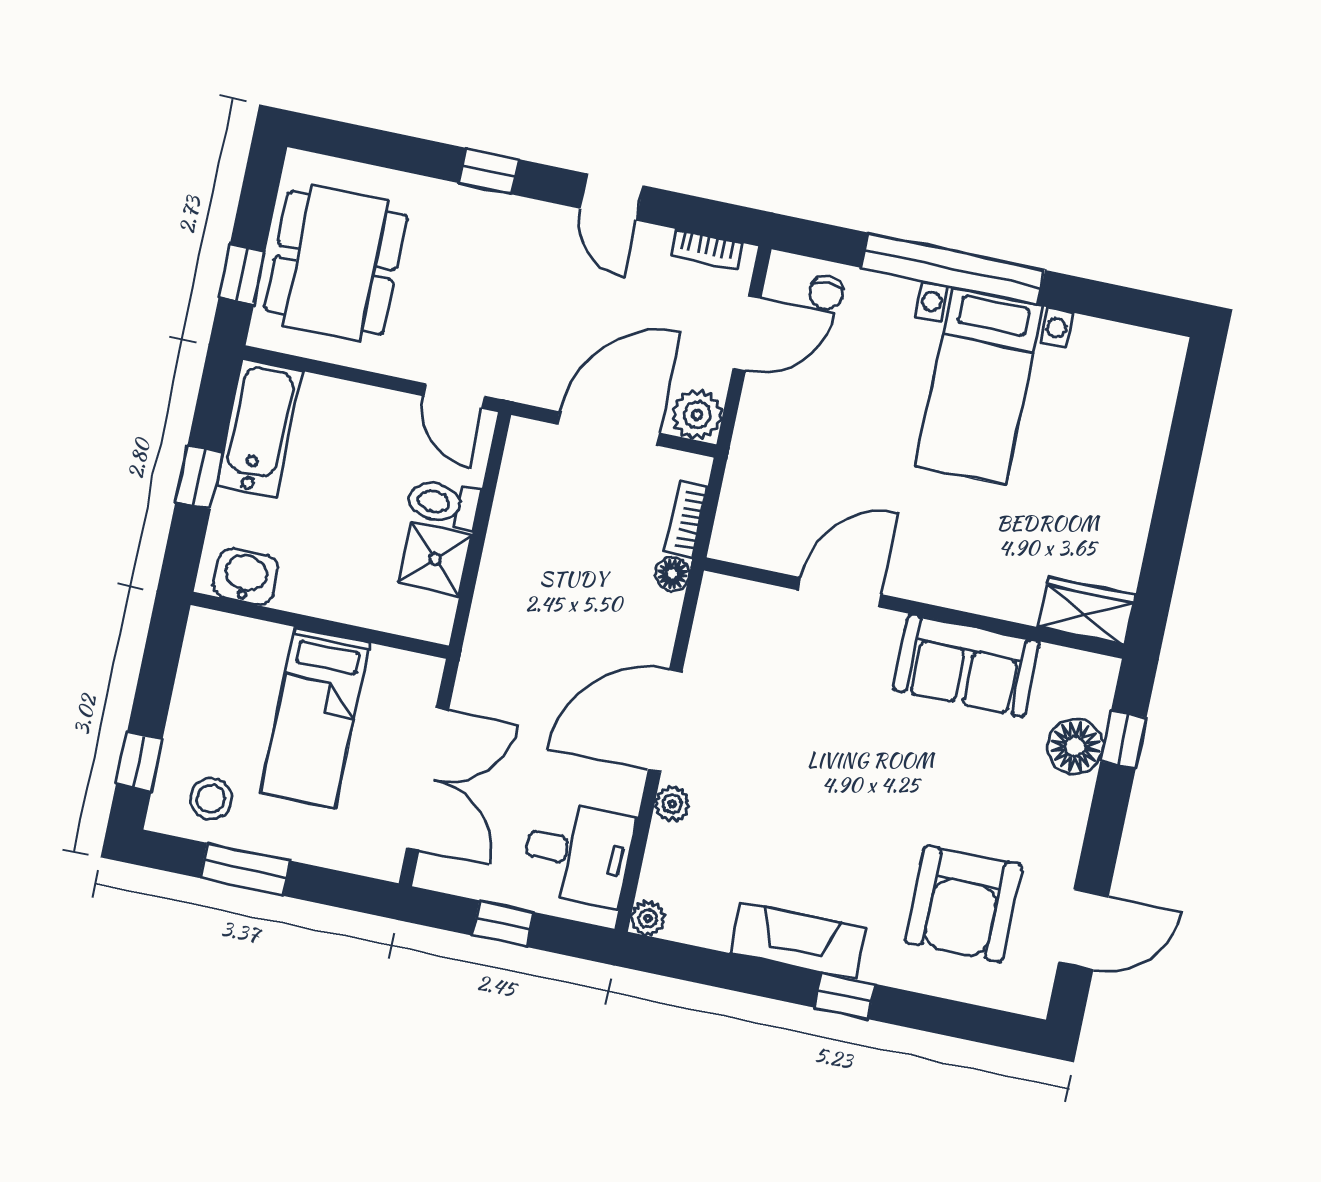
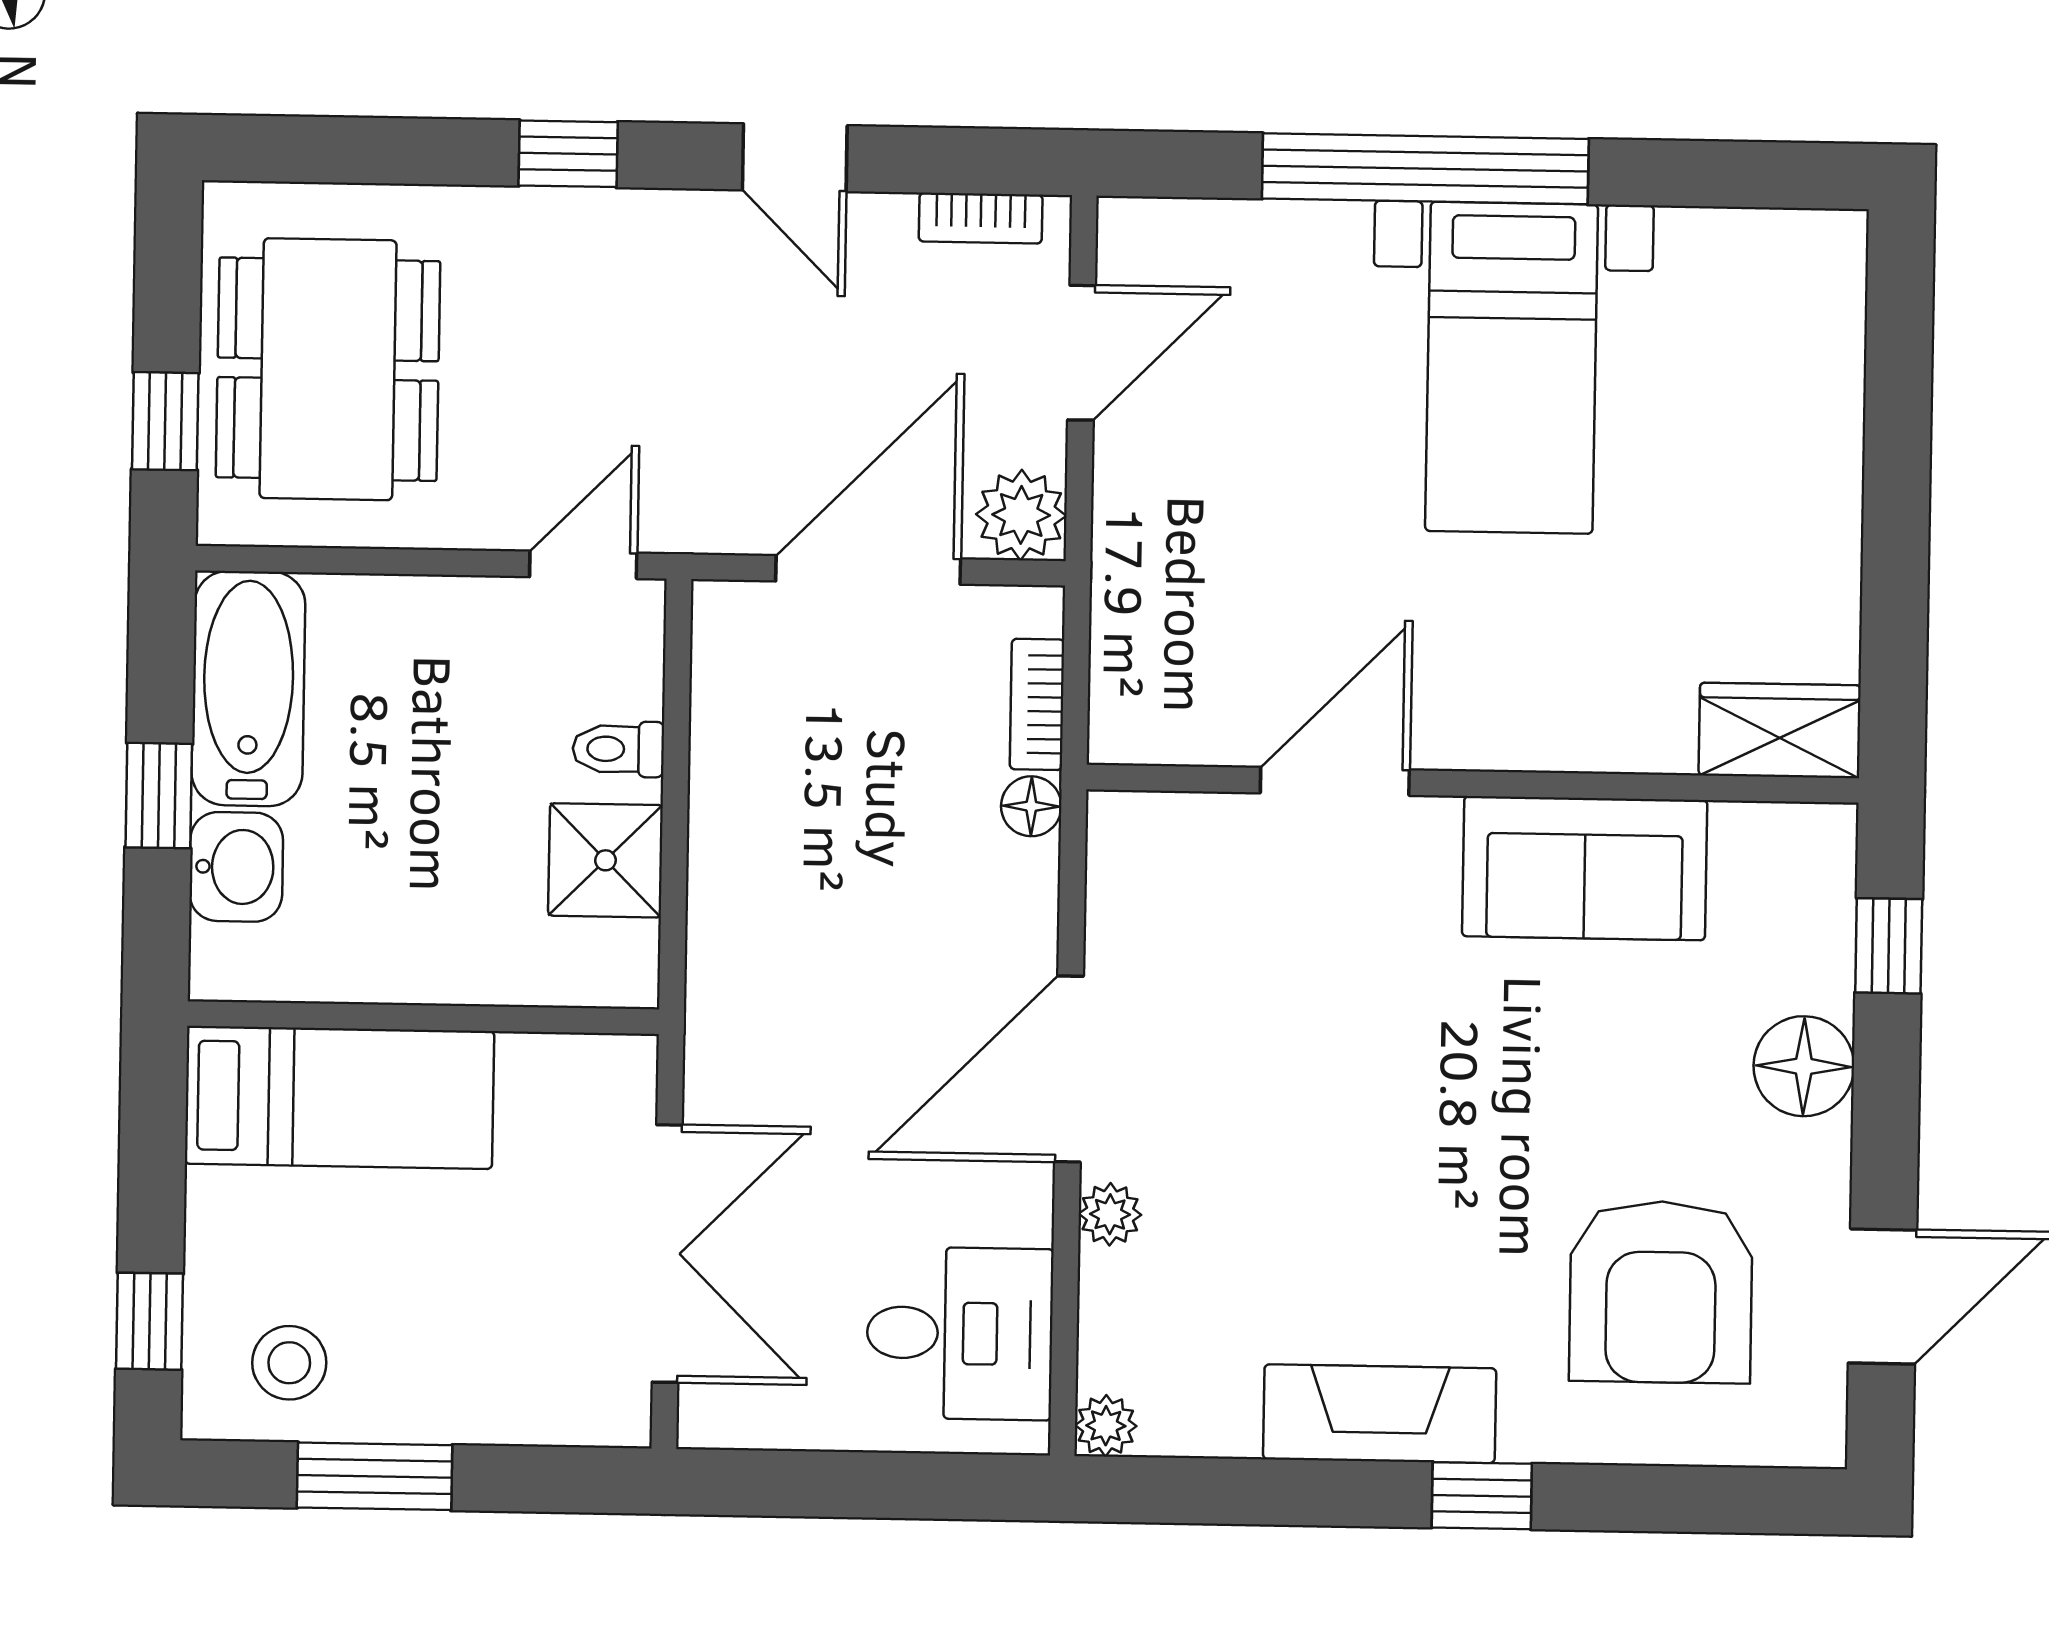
chair: (826, 293) -> (1208, 254), removed
door: (454, 396) -> (583, 565), swing flipped
toilet: (443, 503) -> (618, 749), width x0.73, depth x0.72
washbasin: (246, 577) -> (236, 867), moved, turned 90
bed: (315, 718) -> (340, 1097), moved, turned -90
floor lamp: (1075, 746) -> (1804, 1066), moved
window: (503, 924) -> (850, 1485), removed

